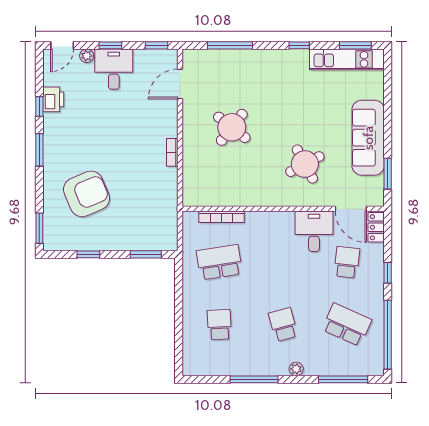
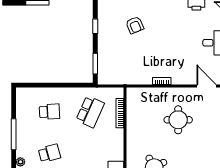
round table: (232, 127) -> (178, 120), turned -38
armchair: (87, 194) -> (135, 25), width x0.53, depth x0.53
school desk: (219, 262) -> (90, 112), turned 33

